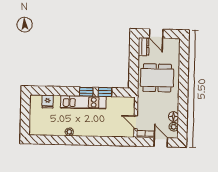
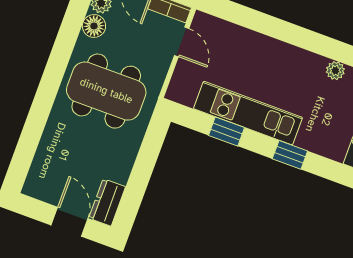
dining table: (157, 78) -> (106, 91), moved
window: (86, 92) -> (290, 155), moved
kitchen unit: (83, 102) -> (248, 113), moved

